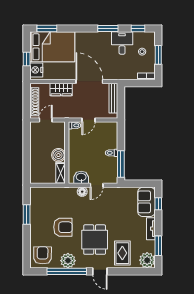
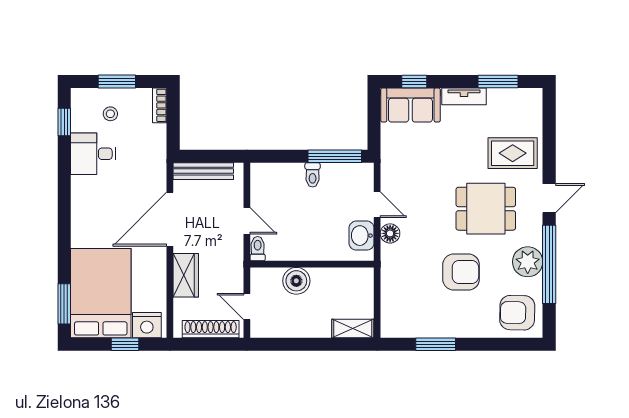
window: (108, 28) -> (64, 182), removed
boiler: (58, 155) -> (296, 281), moved
shelving: (61, 173) -> (353, 328), moved
armchair: (63, 227) -> (461, 272), turned 90
plant: (147, 260) -> (527, 104), removed

